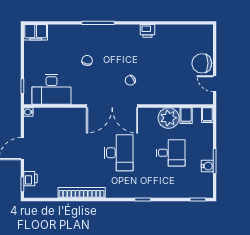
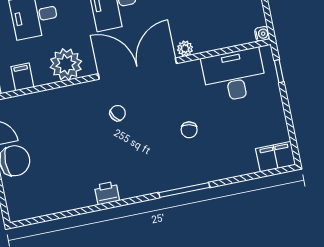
plant: (79, 113) -> (185, 49), added
plant: (169, 118) -> (66, 64), moved

